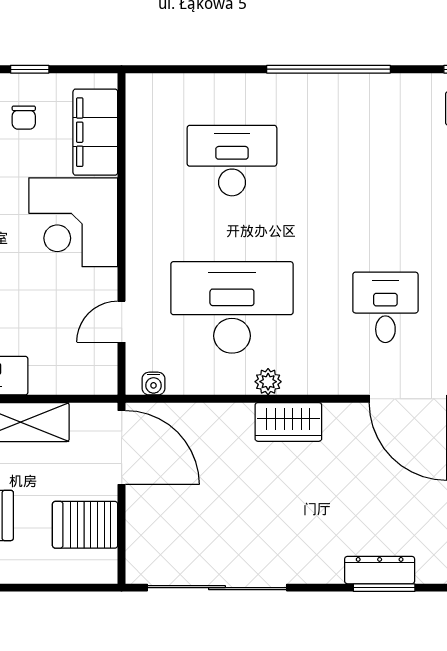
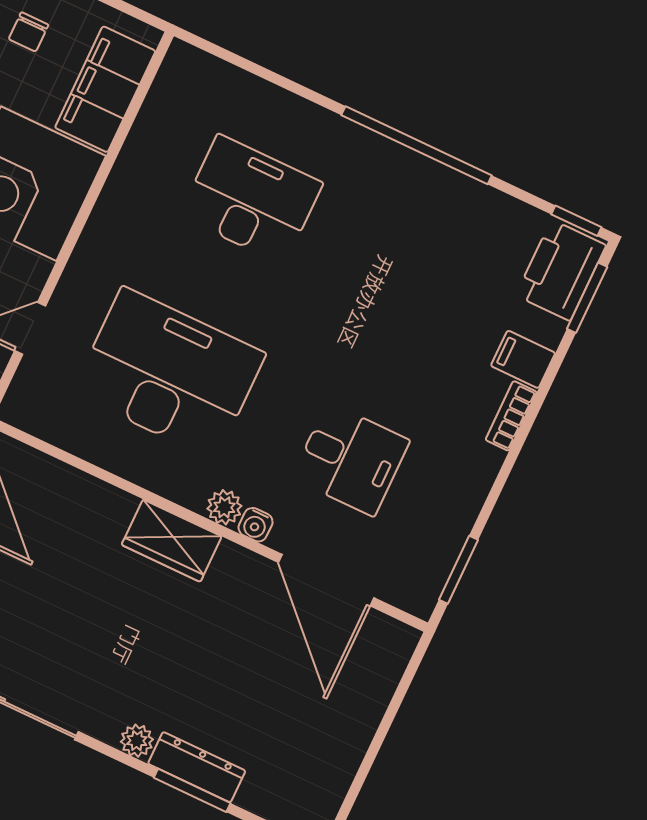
desk: (385, 307) -> (351, 459), turned 90
plant: (268, 382) -> (224, 507), moved
water cooler: (154, 384) -> (256, 525), moved
plant: (330, 571) -> (137, 741), added

